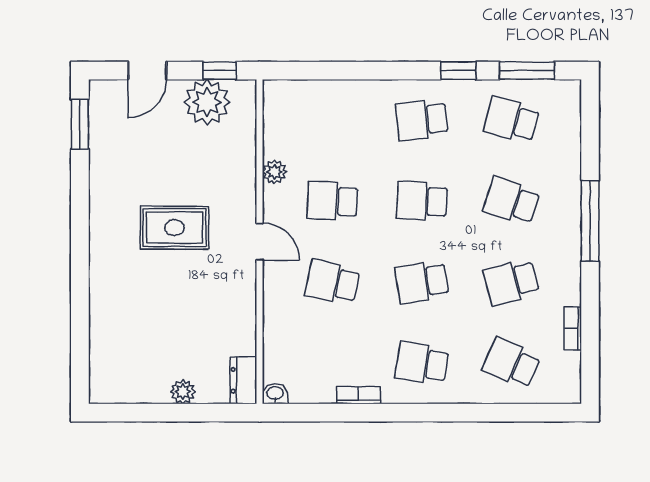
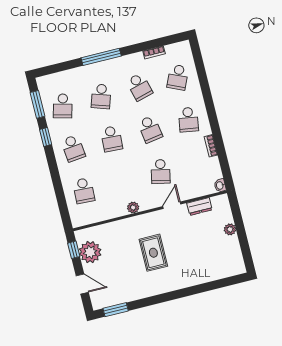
plant: (274, 172) -> (133, 207), moved
school desk: (332, 201) -> (84, 191), moved
door: (260, 242) -> (172, 205), moved
dresser: (243, 380) -> (199, 207), moved

